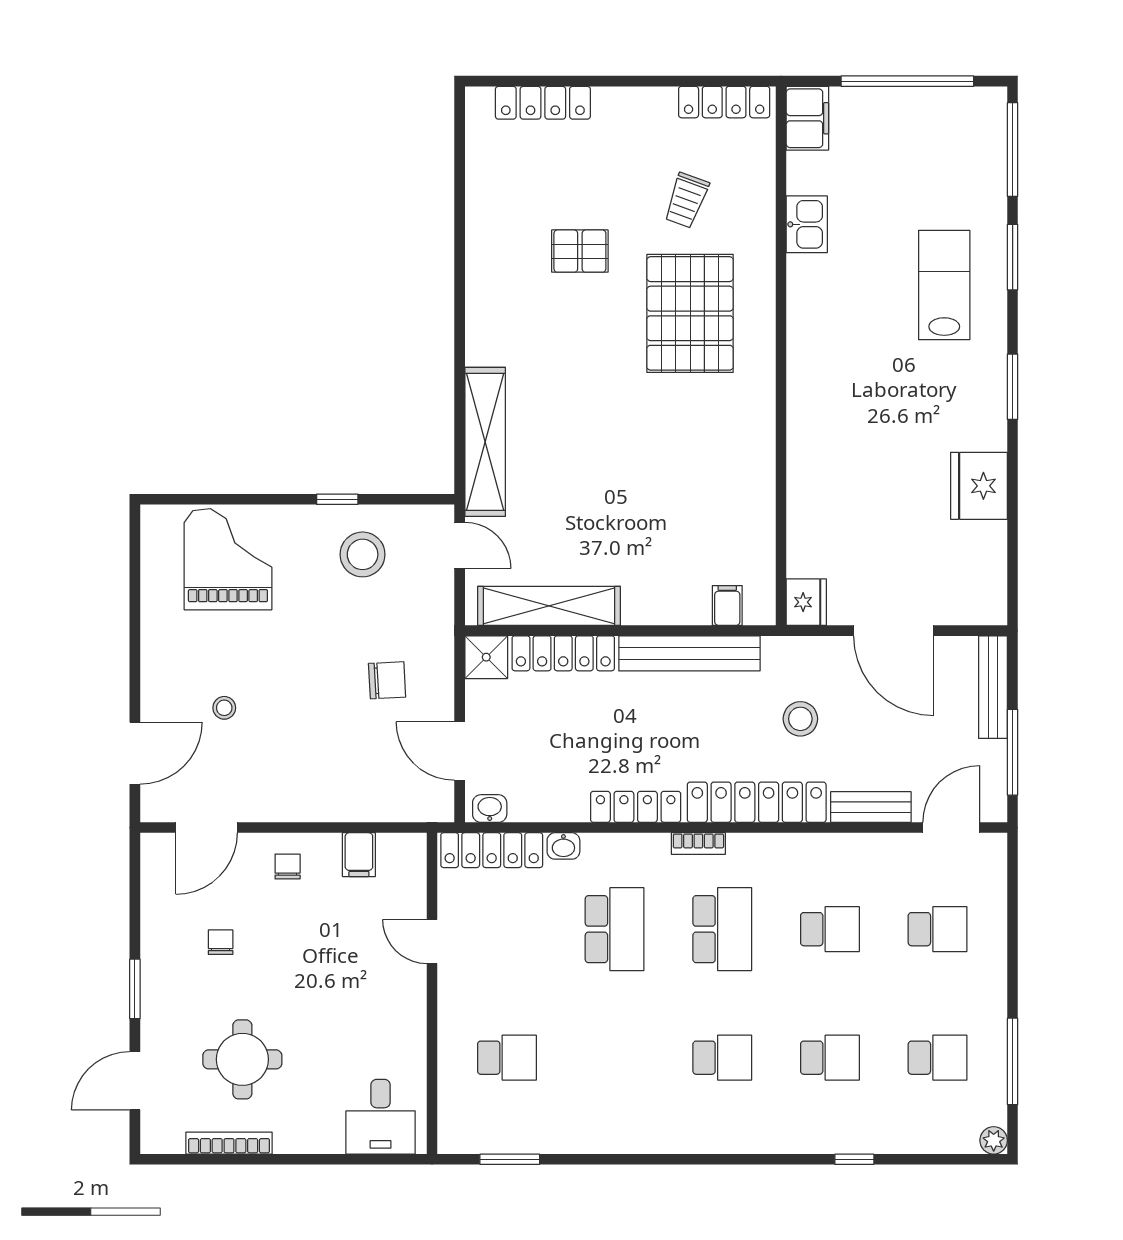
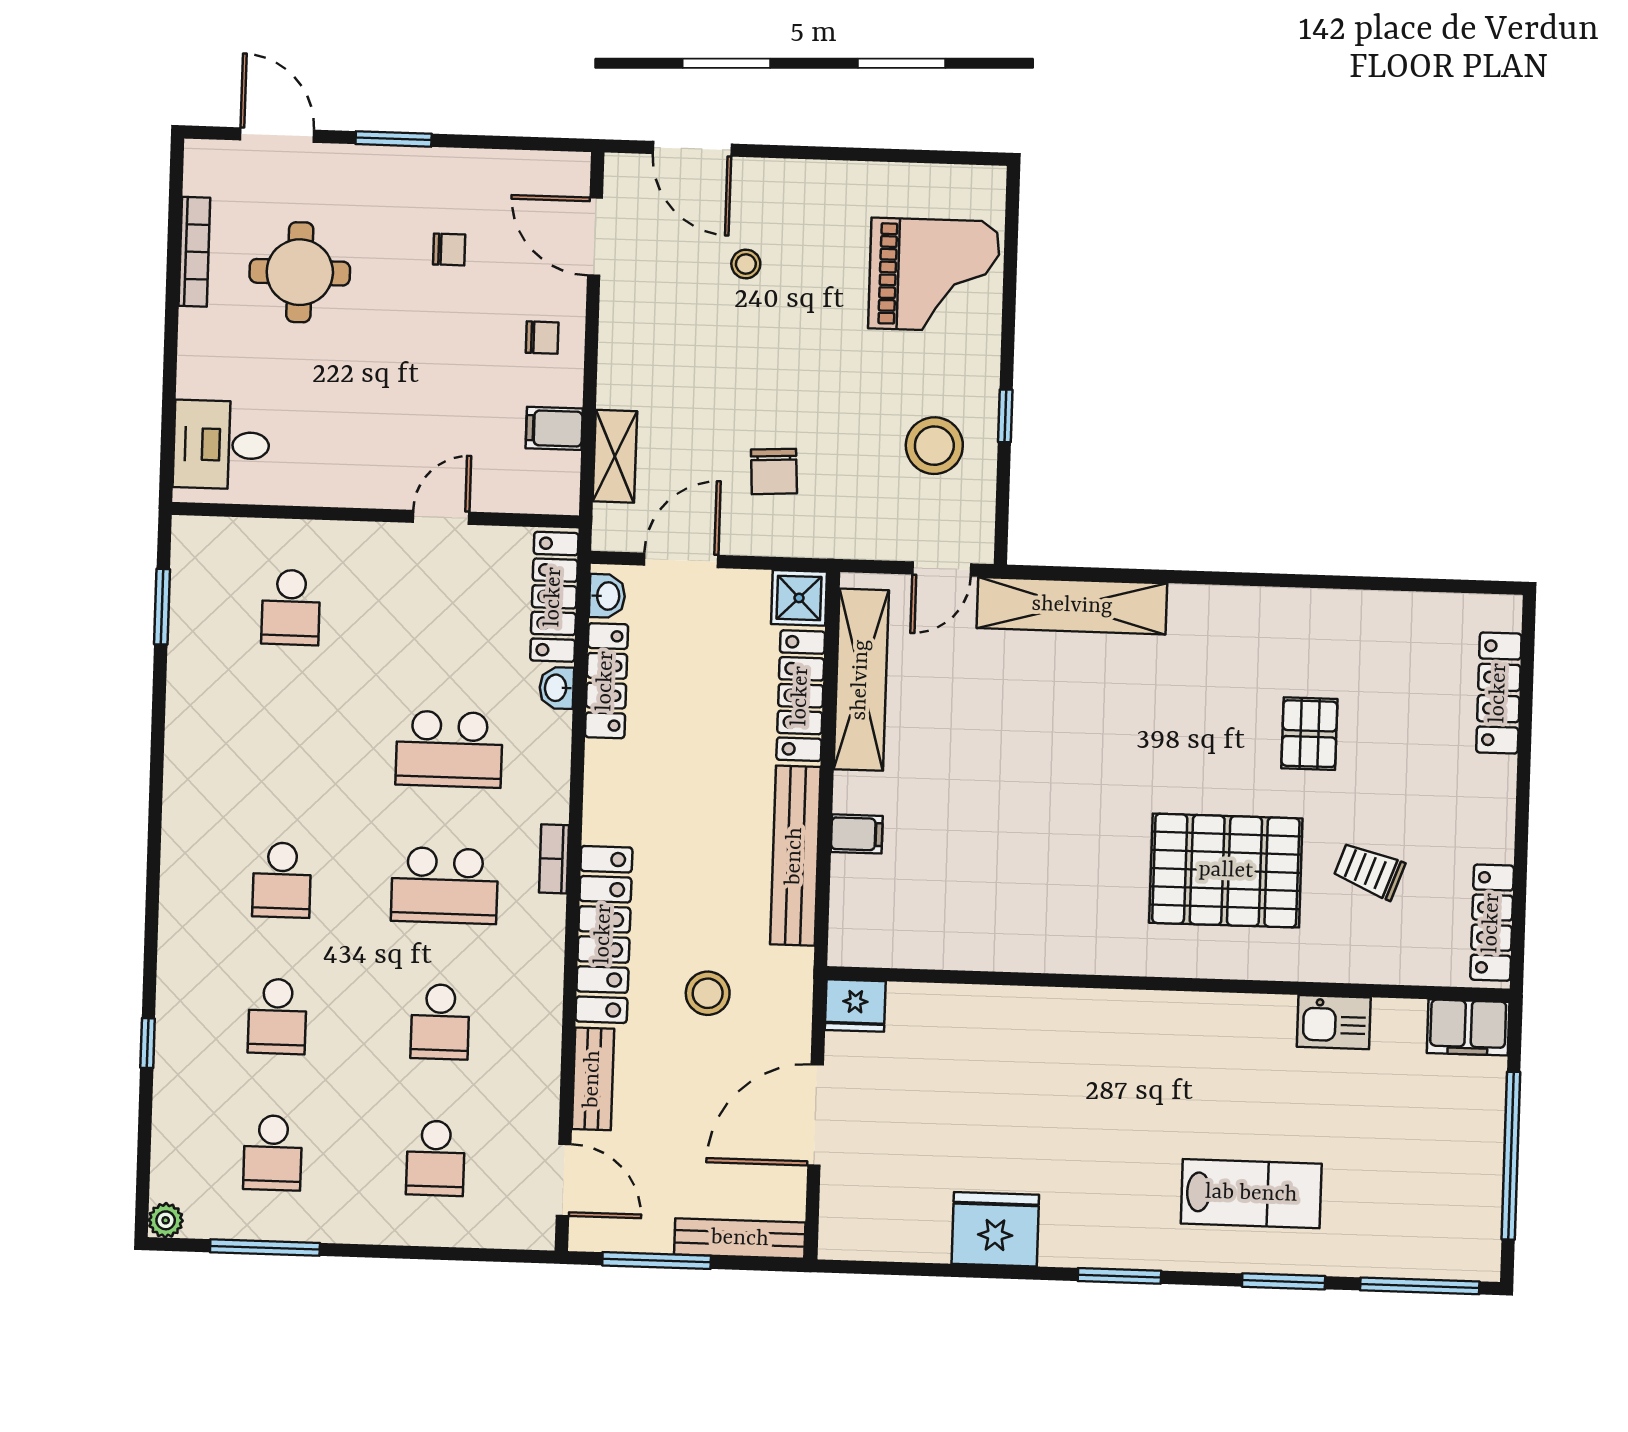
filing cabinet: (727, 605) -> (857, 834), moved
shelving: (379, 806) -> (615, 456), added
locker: (636, 807) -> (606, 681), moved

